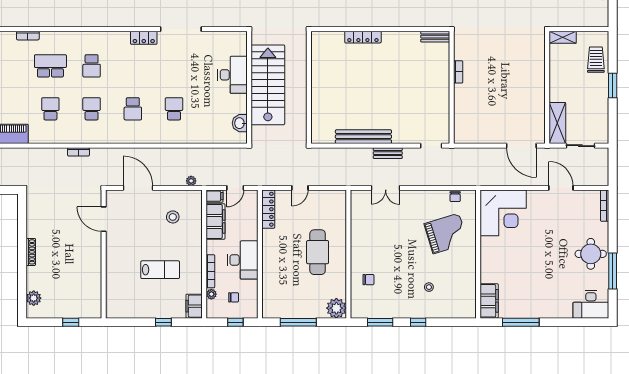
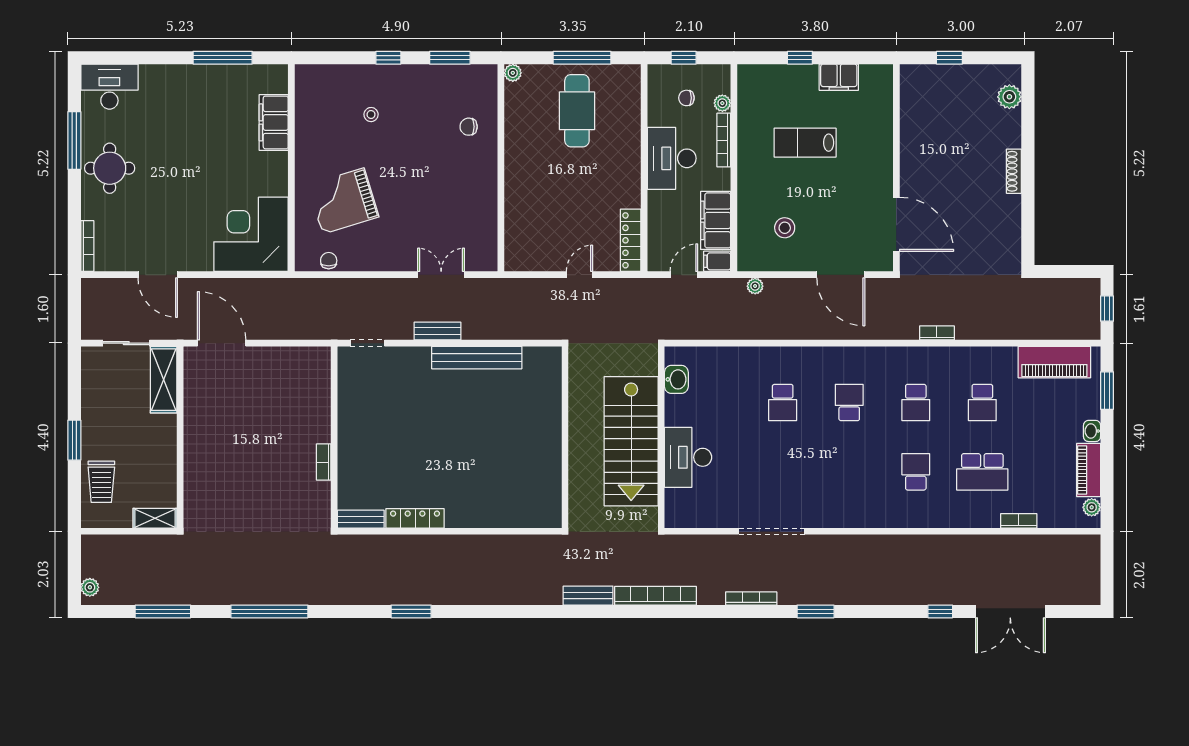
locker: (363, 37) -> (415, 518), moved
locker: (144, 38) -> (832, 517), removed
door: (104, 219) -> (896, 224), width x1.36
cafe table: (318, 252) -> (577, 111), moved
filing cabinet: (489, 301) -> (274, 122), moved
filing cabinet: (194, 306) -> (839, 77), moved, turned 90
plant: (336, 308) -> (513, 73), width x0.53, depth x0.53

